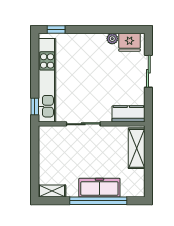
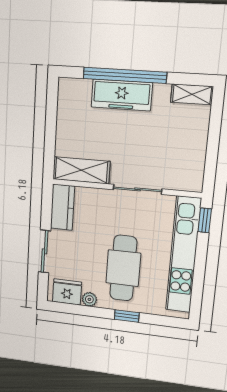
window: (56, 29) -> (127, 316), moved
cafe table: (89, 66) -> (123, 268), added
kitchen counter: (128, 114) -> (62, 207), moved, turned -90
shelving: (137, 148) -> (81, 170), moved, turned 90

